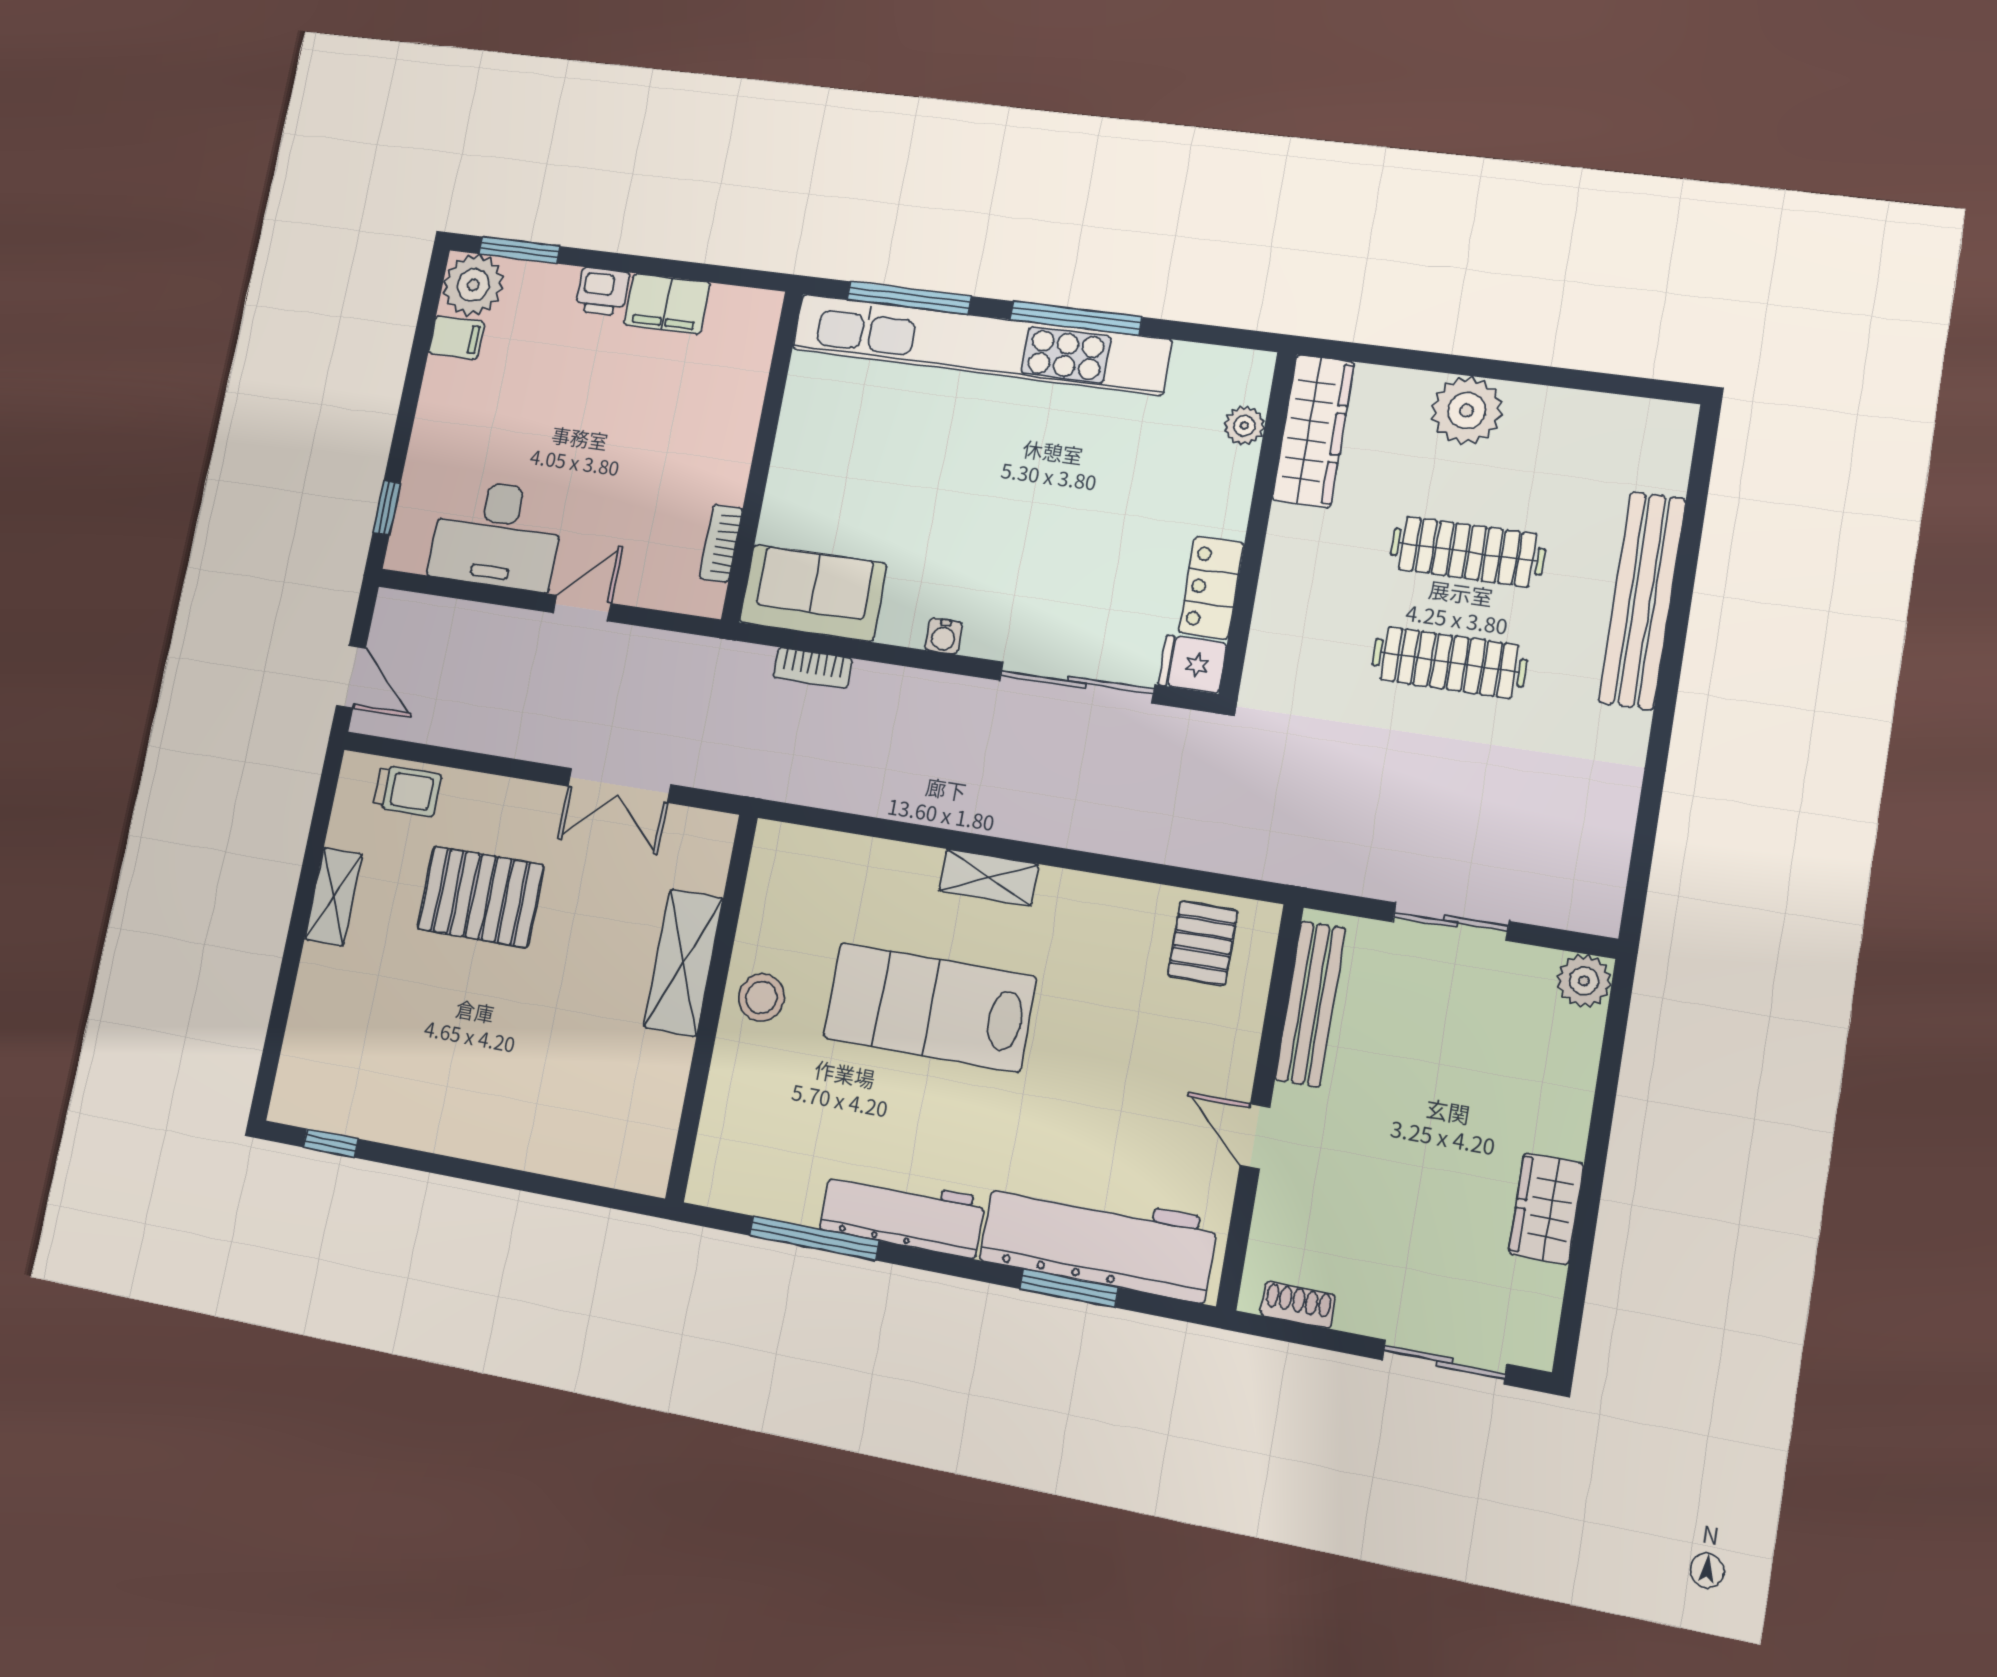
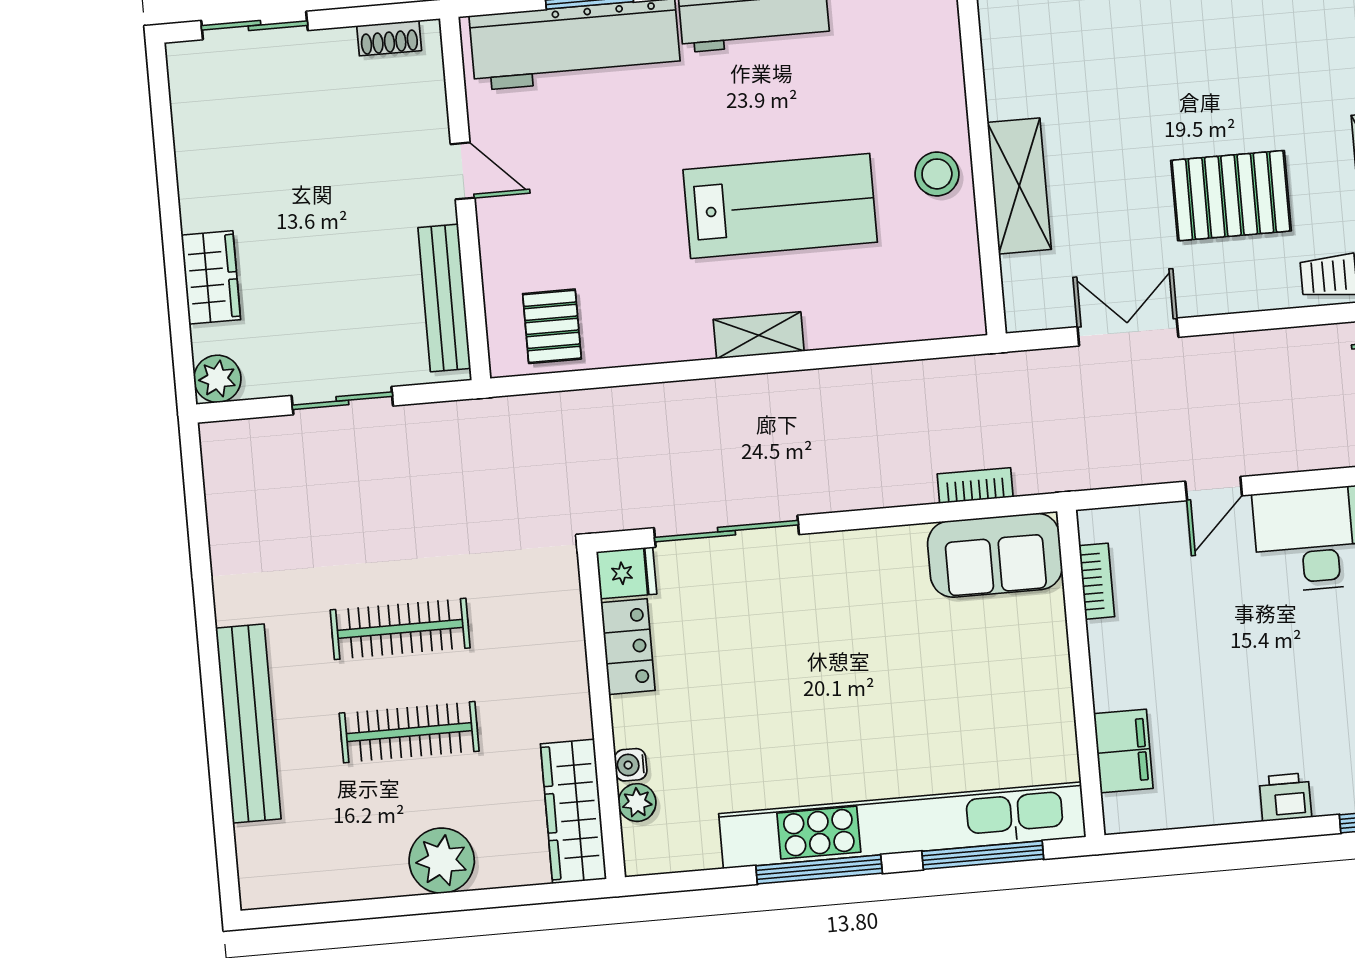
filing cabinet: (667, 304) -> (1123, 751), moved, turned 90
water cooler: (944, 636) -> (631, 765), moved, turned -90
wardrobe: (1546, 1209) -> (211, 277), moved

